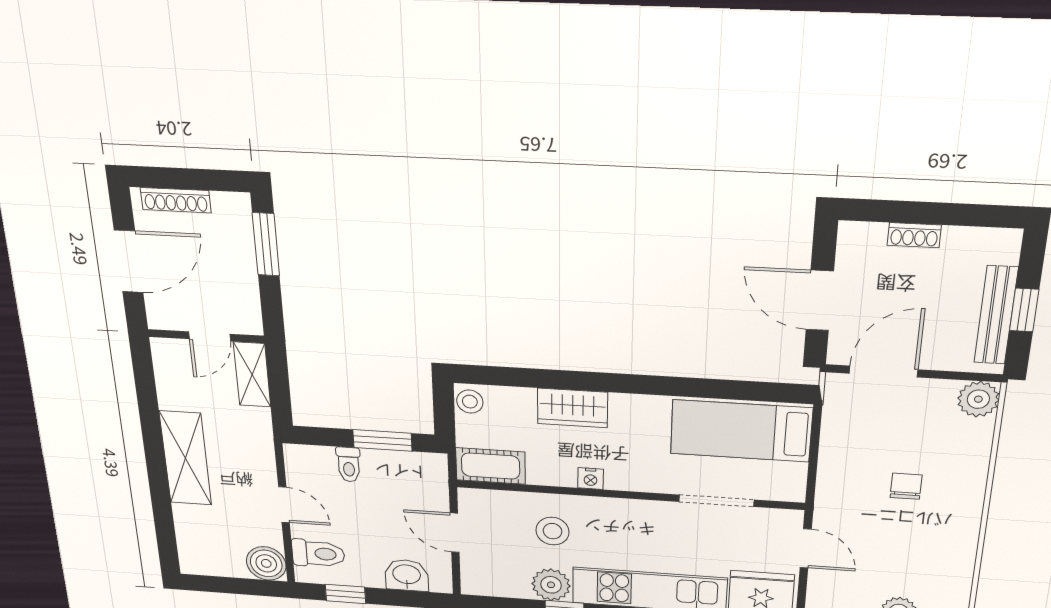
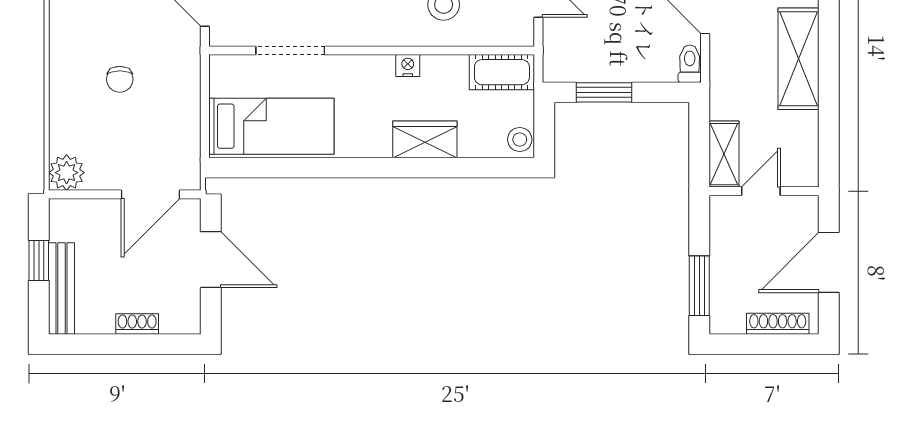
bench: (996, 315) -> (61, 289), moved
toilet: (349, 464) -> (690, 64), moved

